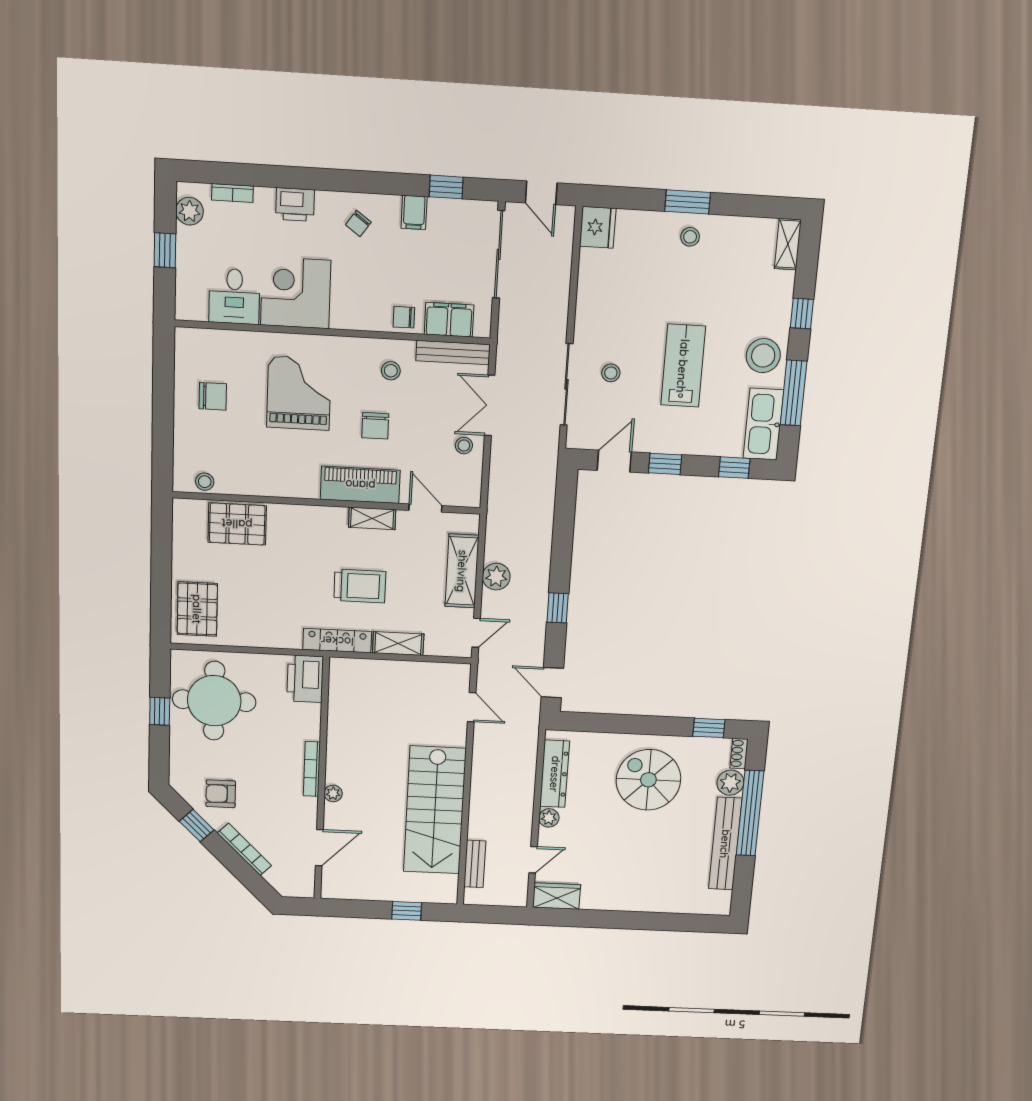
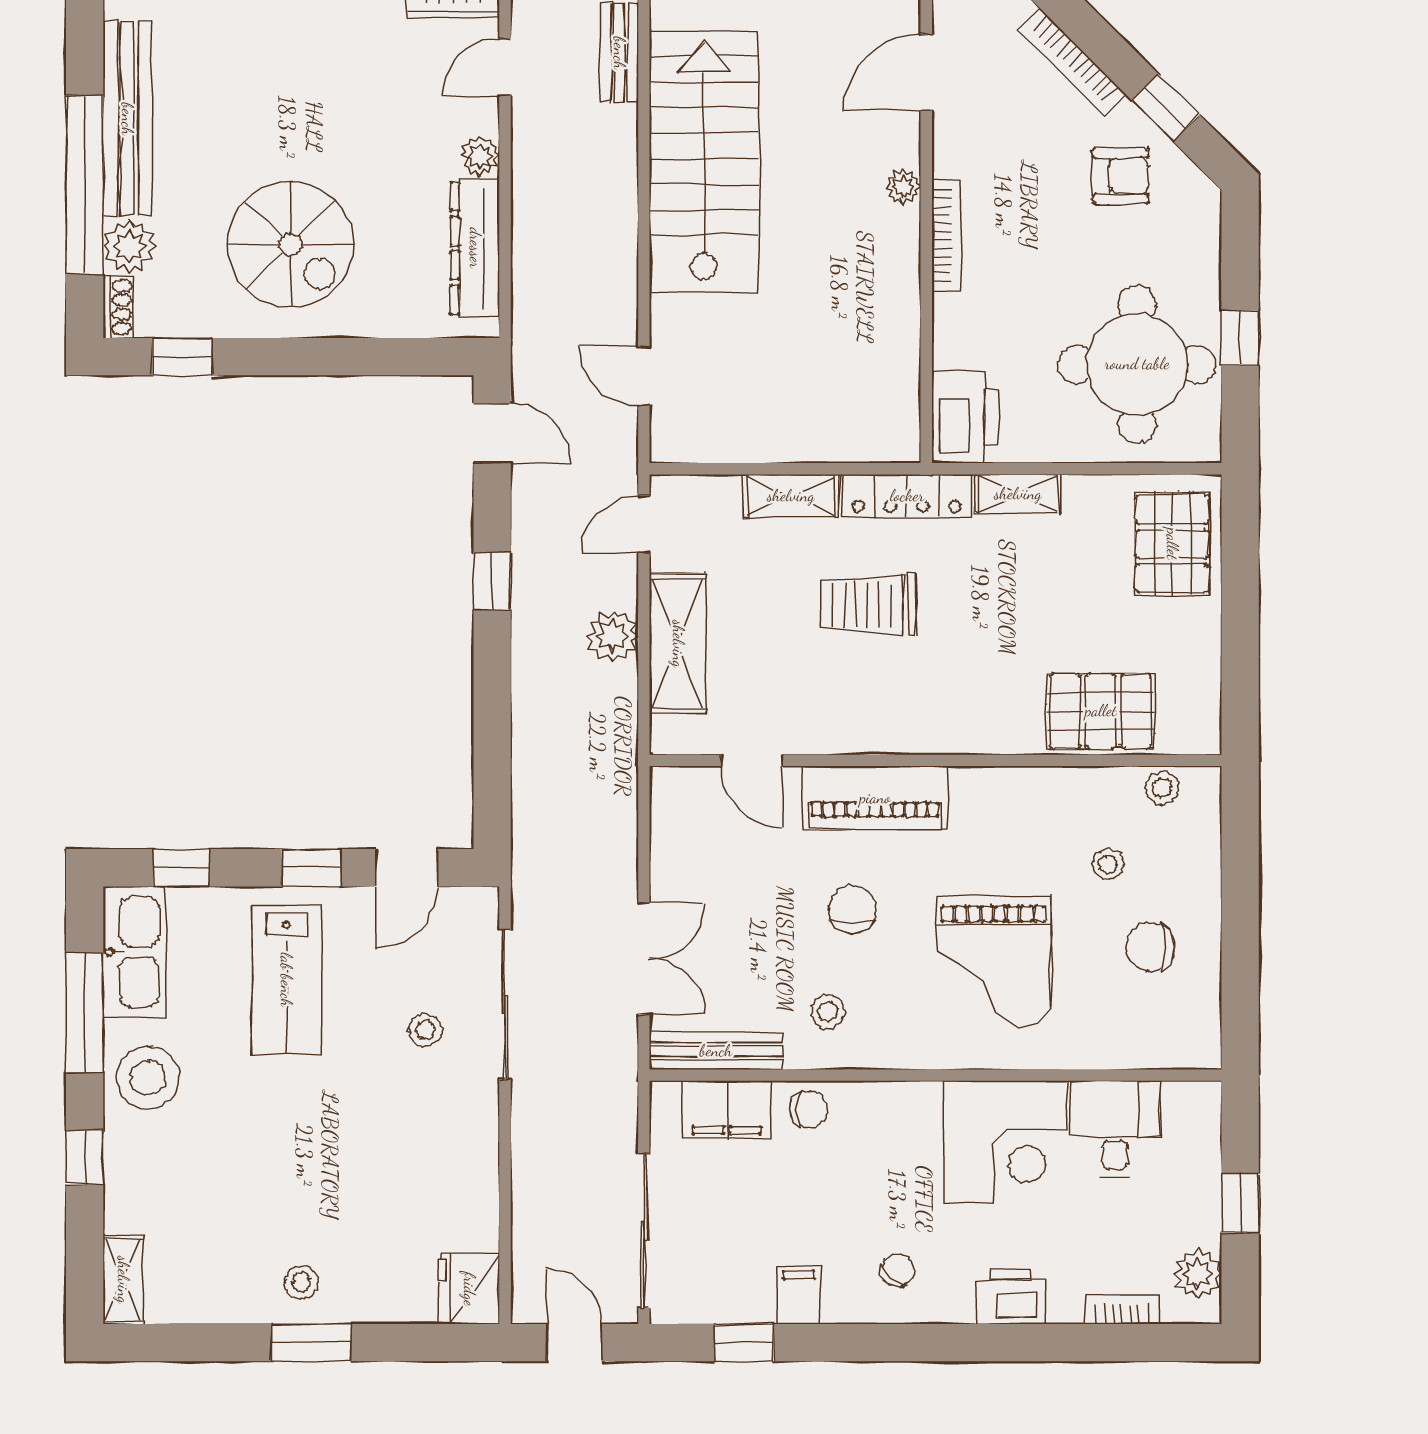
lab bench: (683, 366) -> (286, 980), moved
stool: (464, 445) -> (1108, 864), moved
shelving: (372, 518) -> (1018, 494), moved

